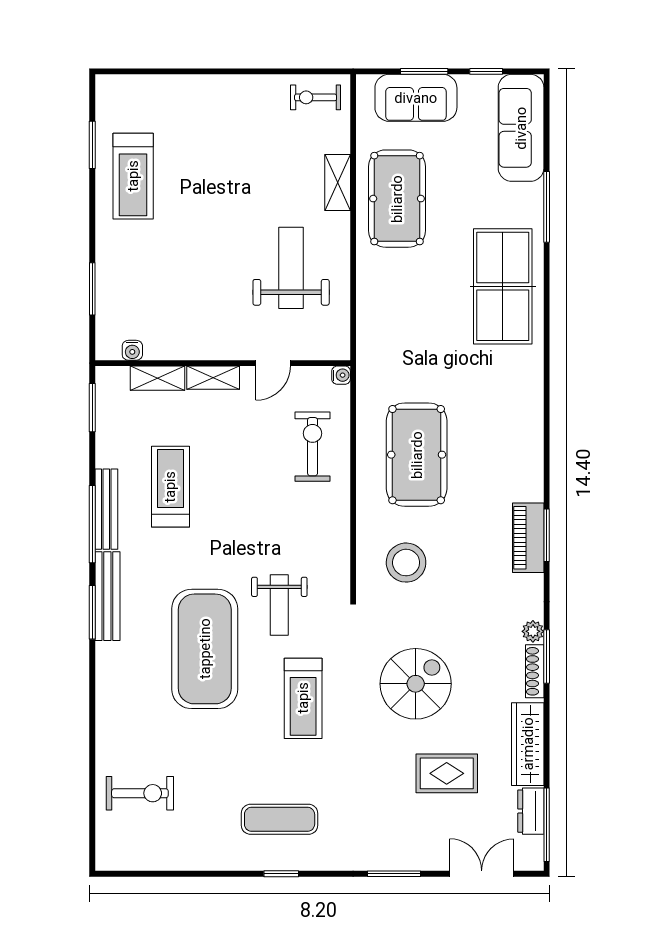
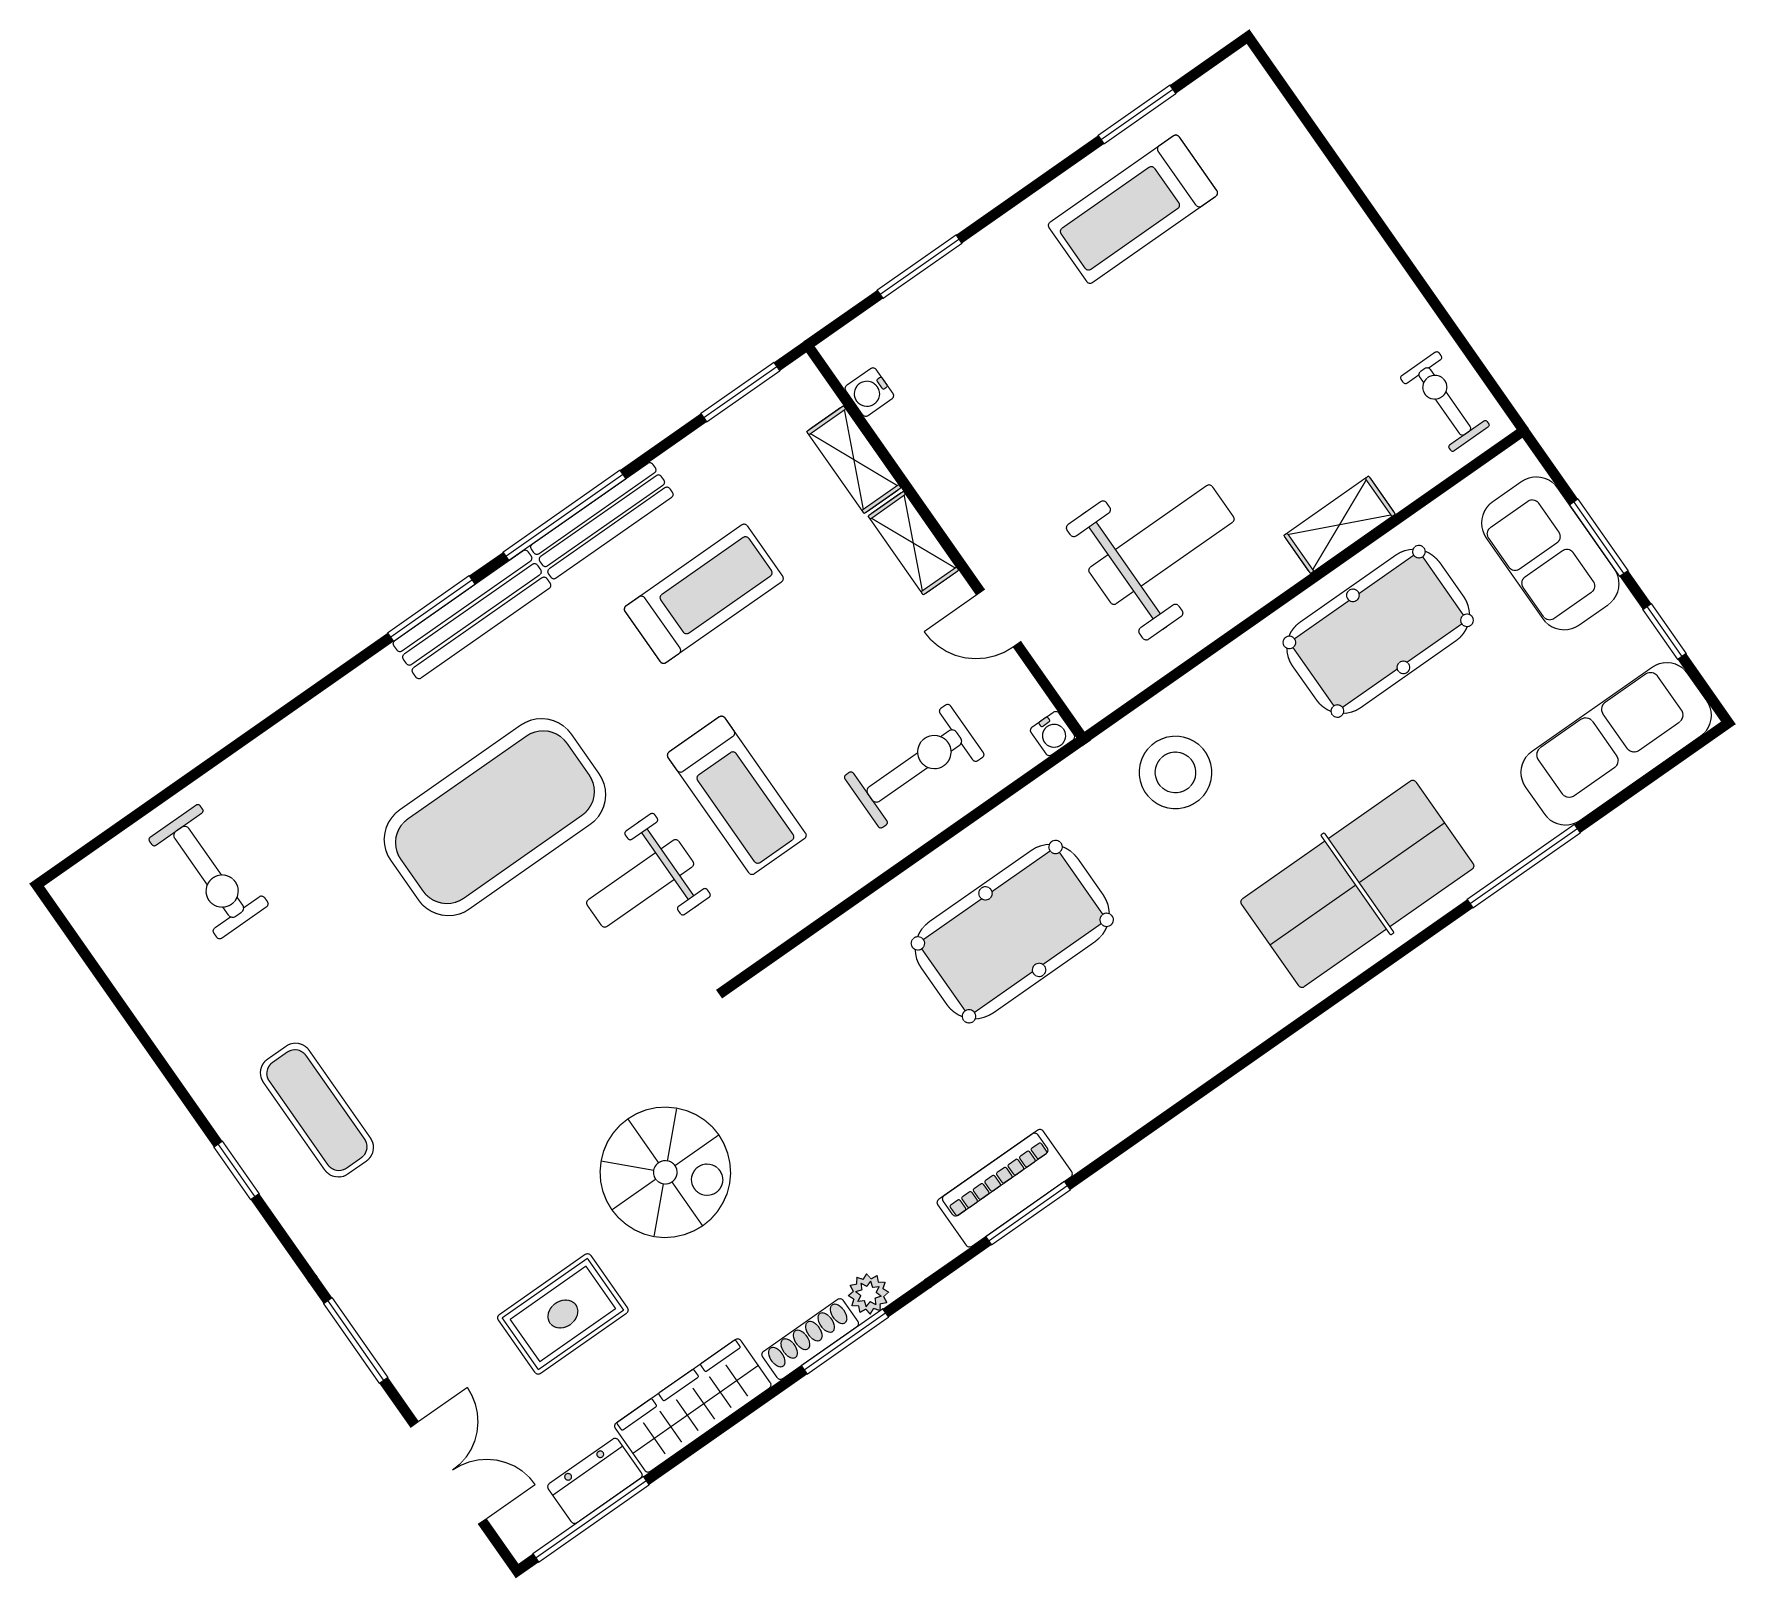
stool: (406, 563) -> (1175, 772), moved
treadmill: (303, 698) -> (737, 795), moved, turned -90
rug: (447, 773) -> (563, 1314), turned 90

